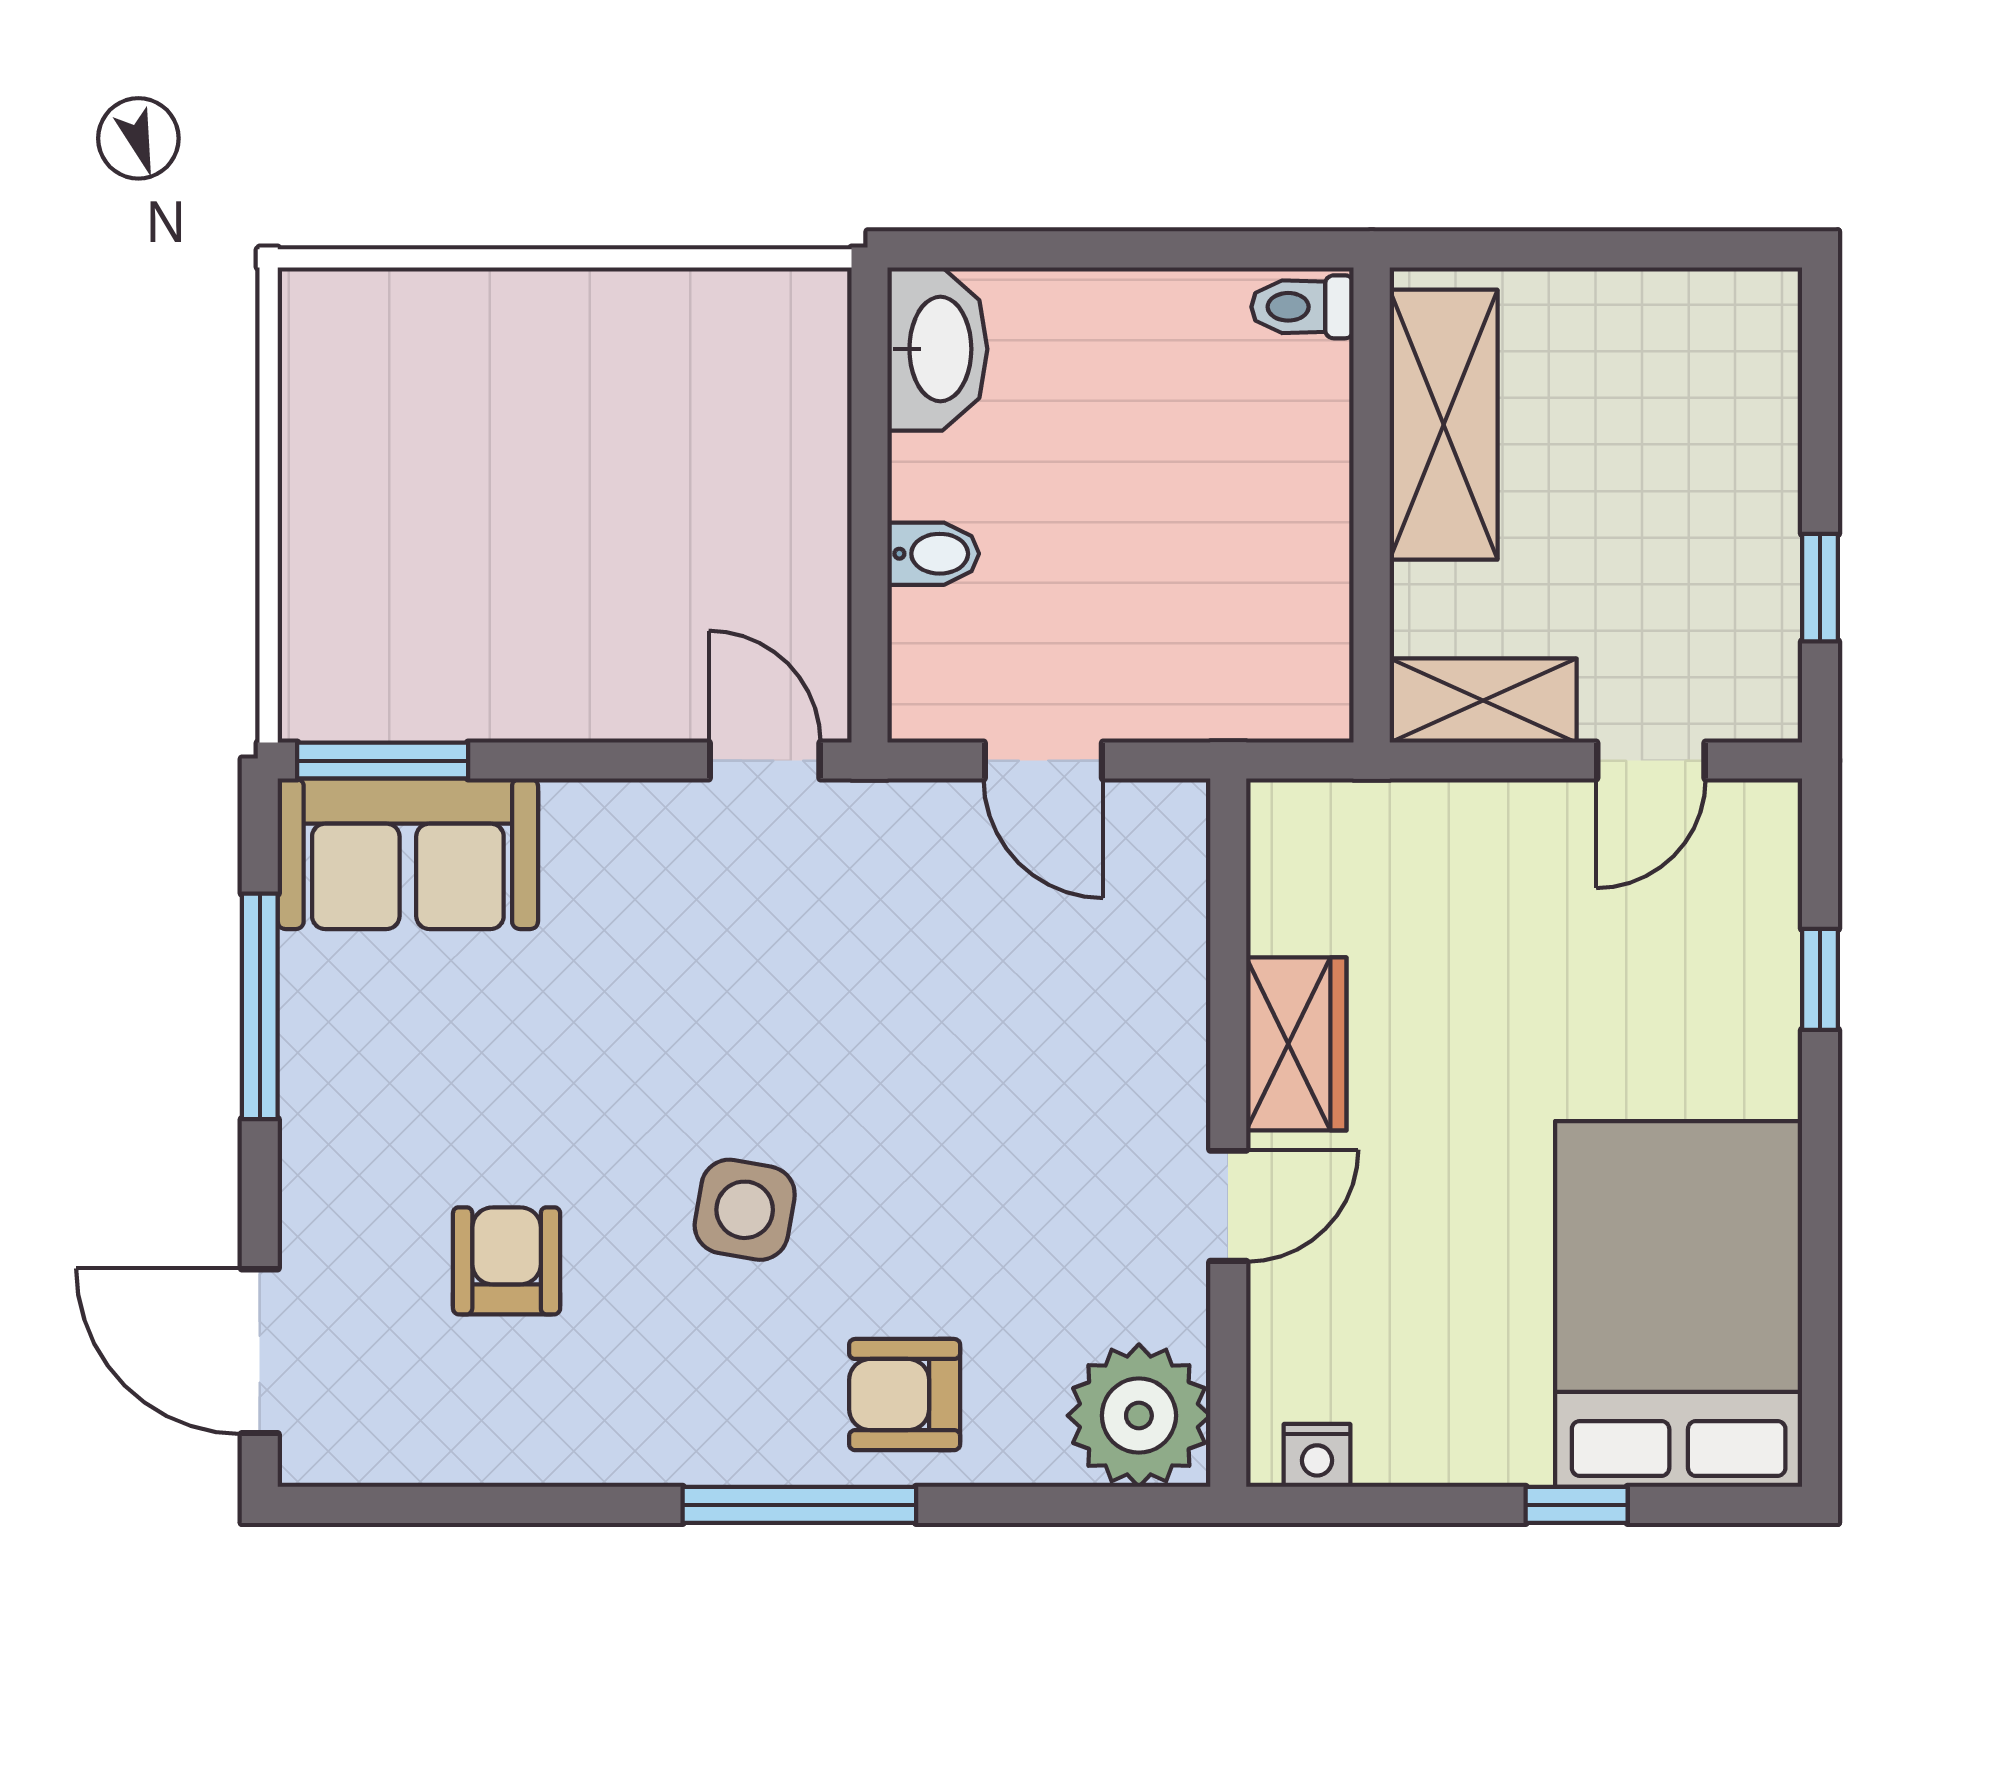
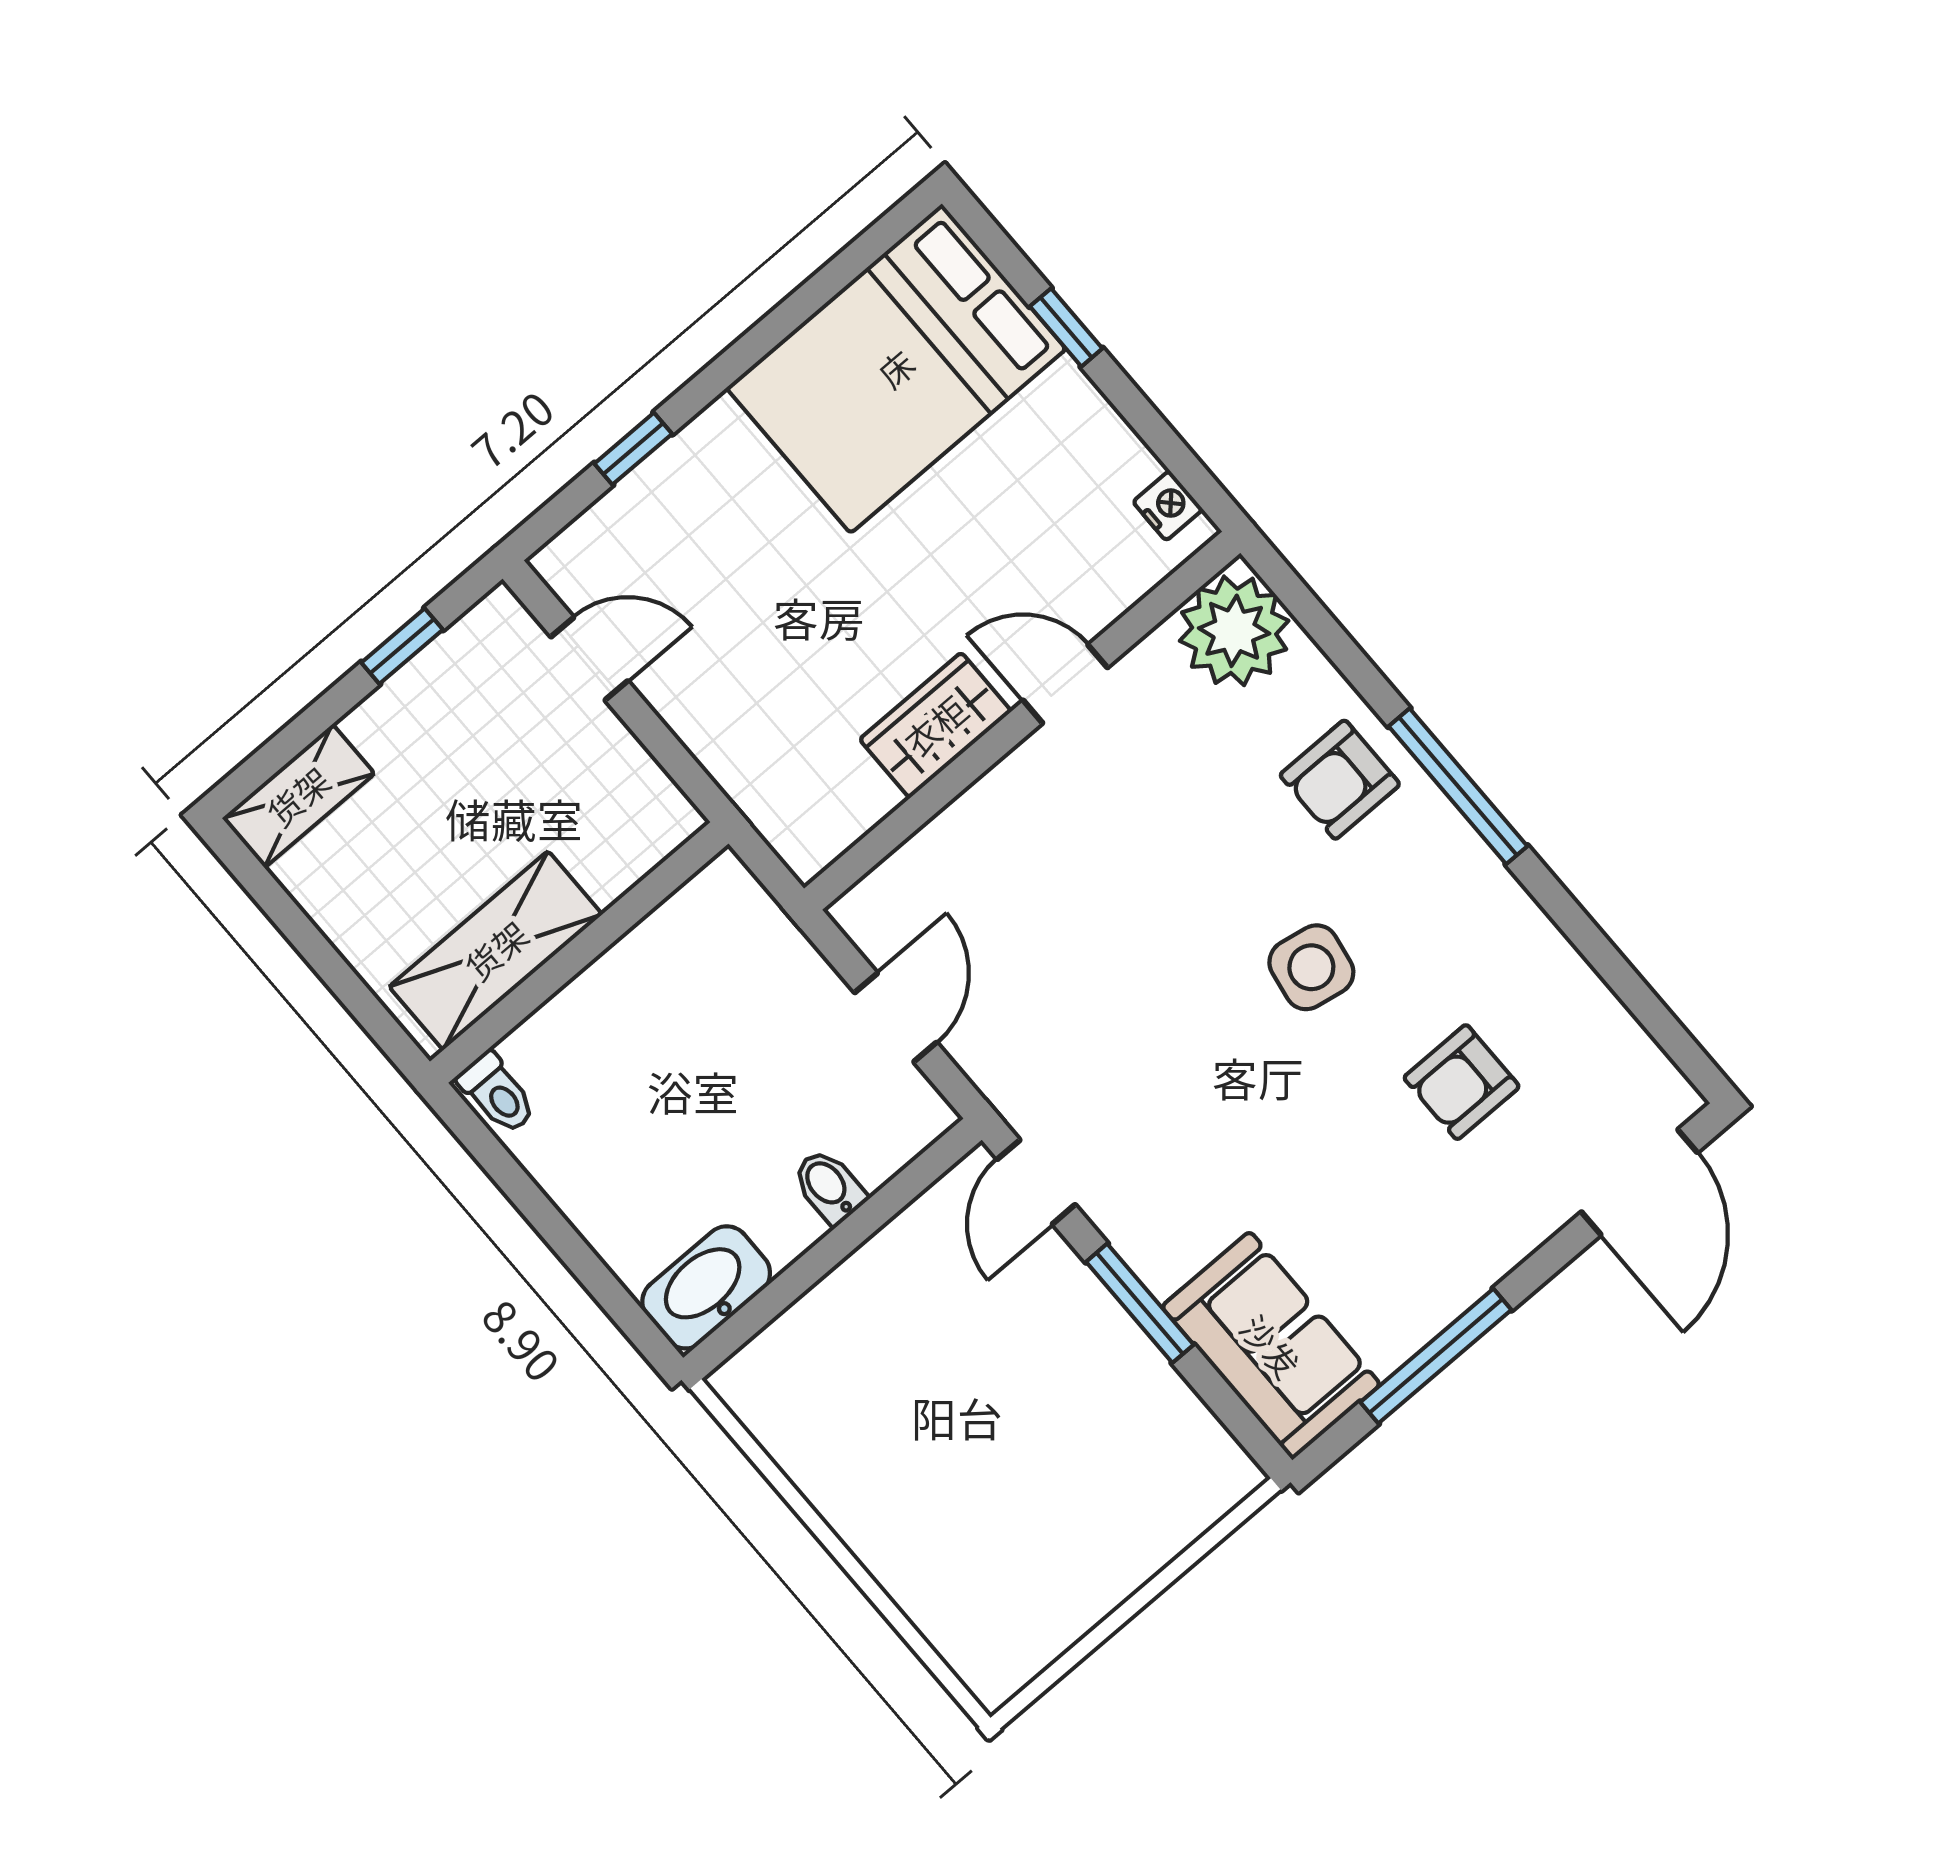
shelving: (1483, 700) -> (298, 796), moved, turned 90
window: (383, 761) -> (1140, 1303), moved
armchair: (905, 1395) -> (1340, 780), turned 90

